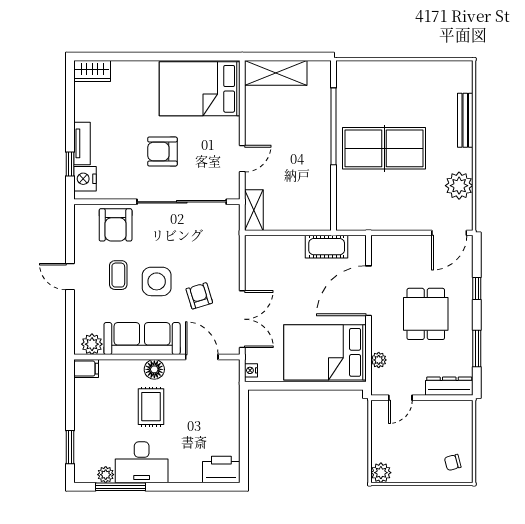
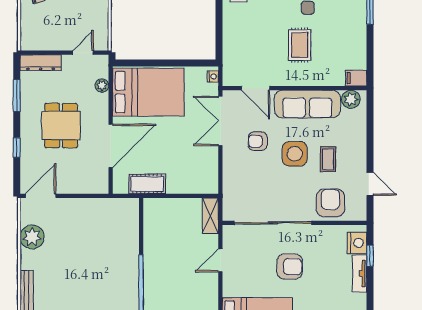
table tennis table: (384, 148) -> (97, 269), removed
door: (70, 277) -> (370, 184), moved
armchair: (199, 296) -> (258, 141), turned 107
floor lamp: (154, 369) -> (297, 77), removed

